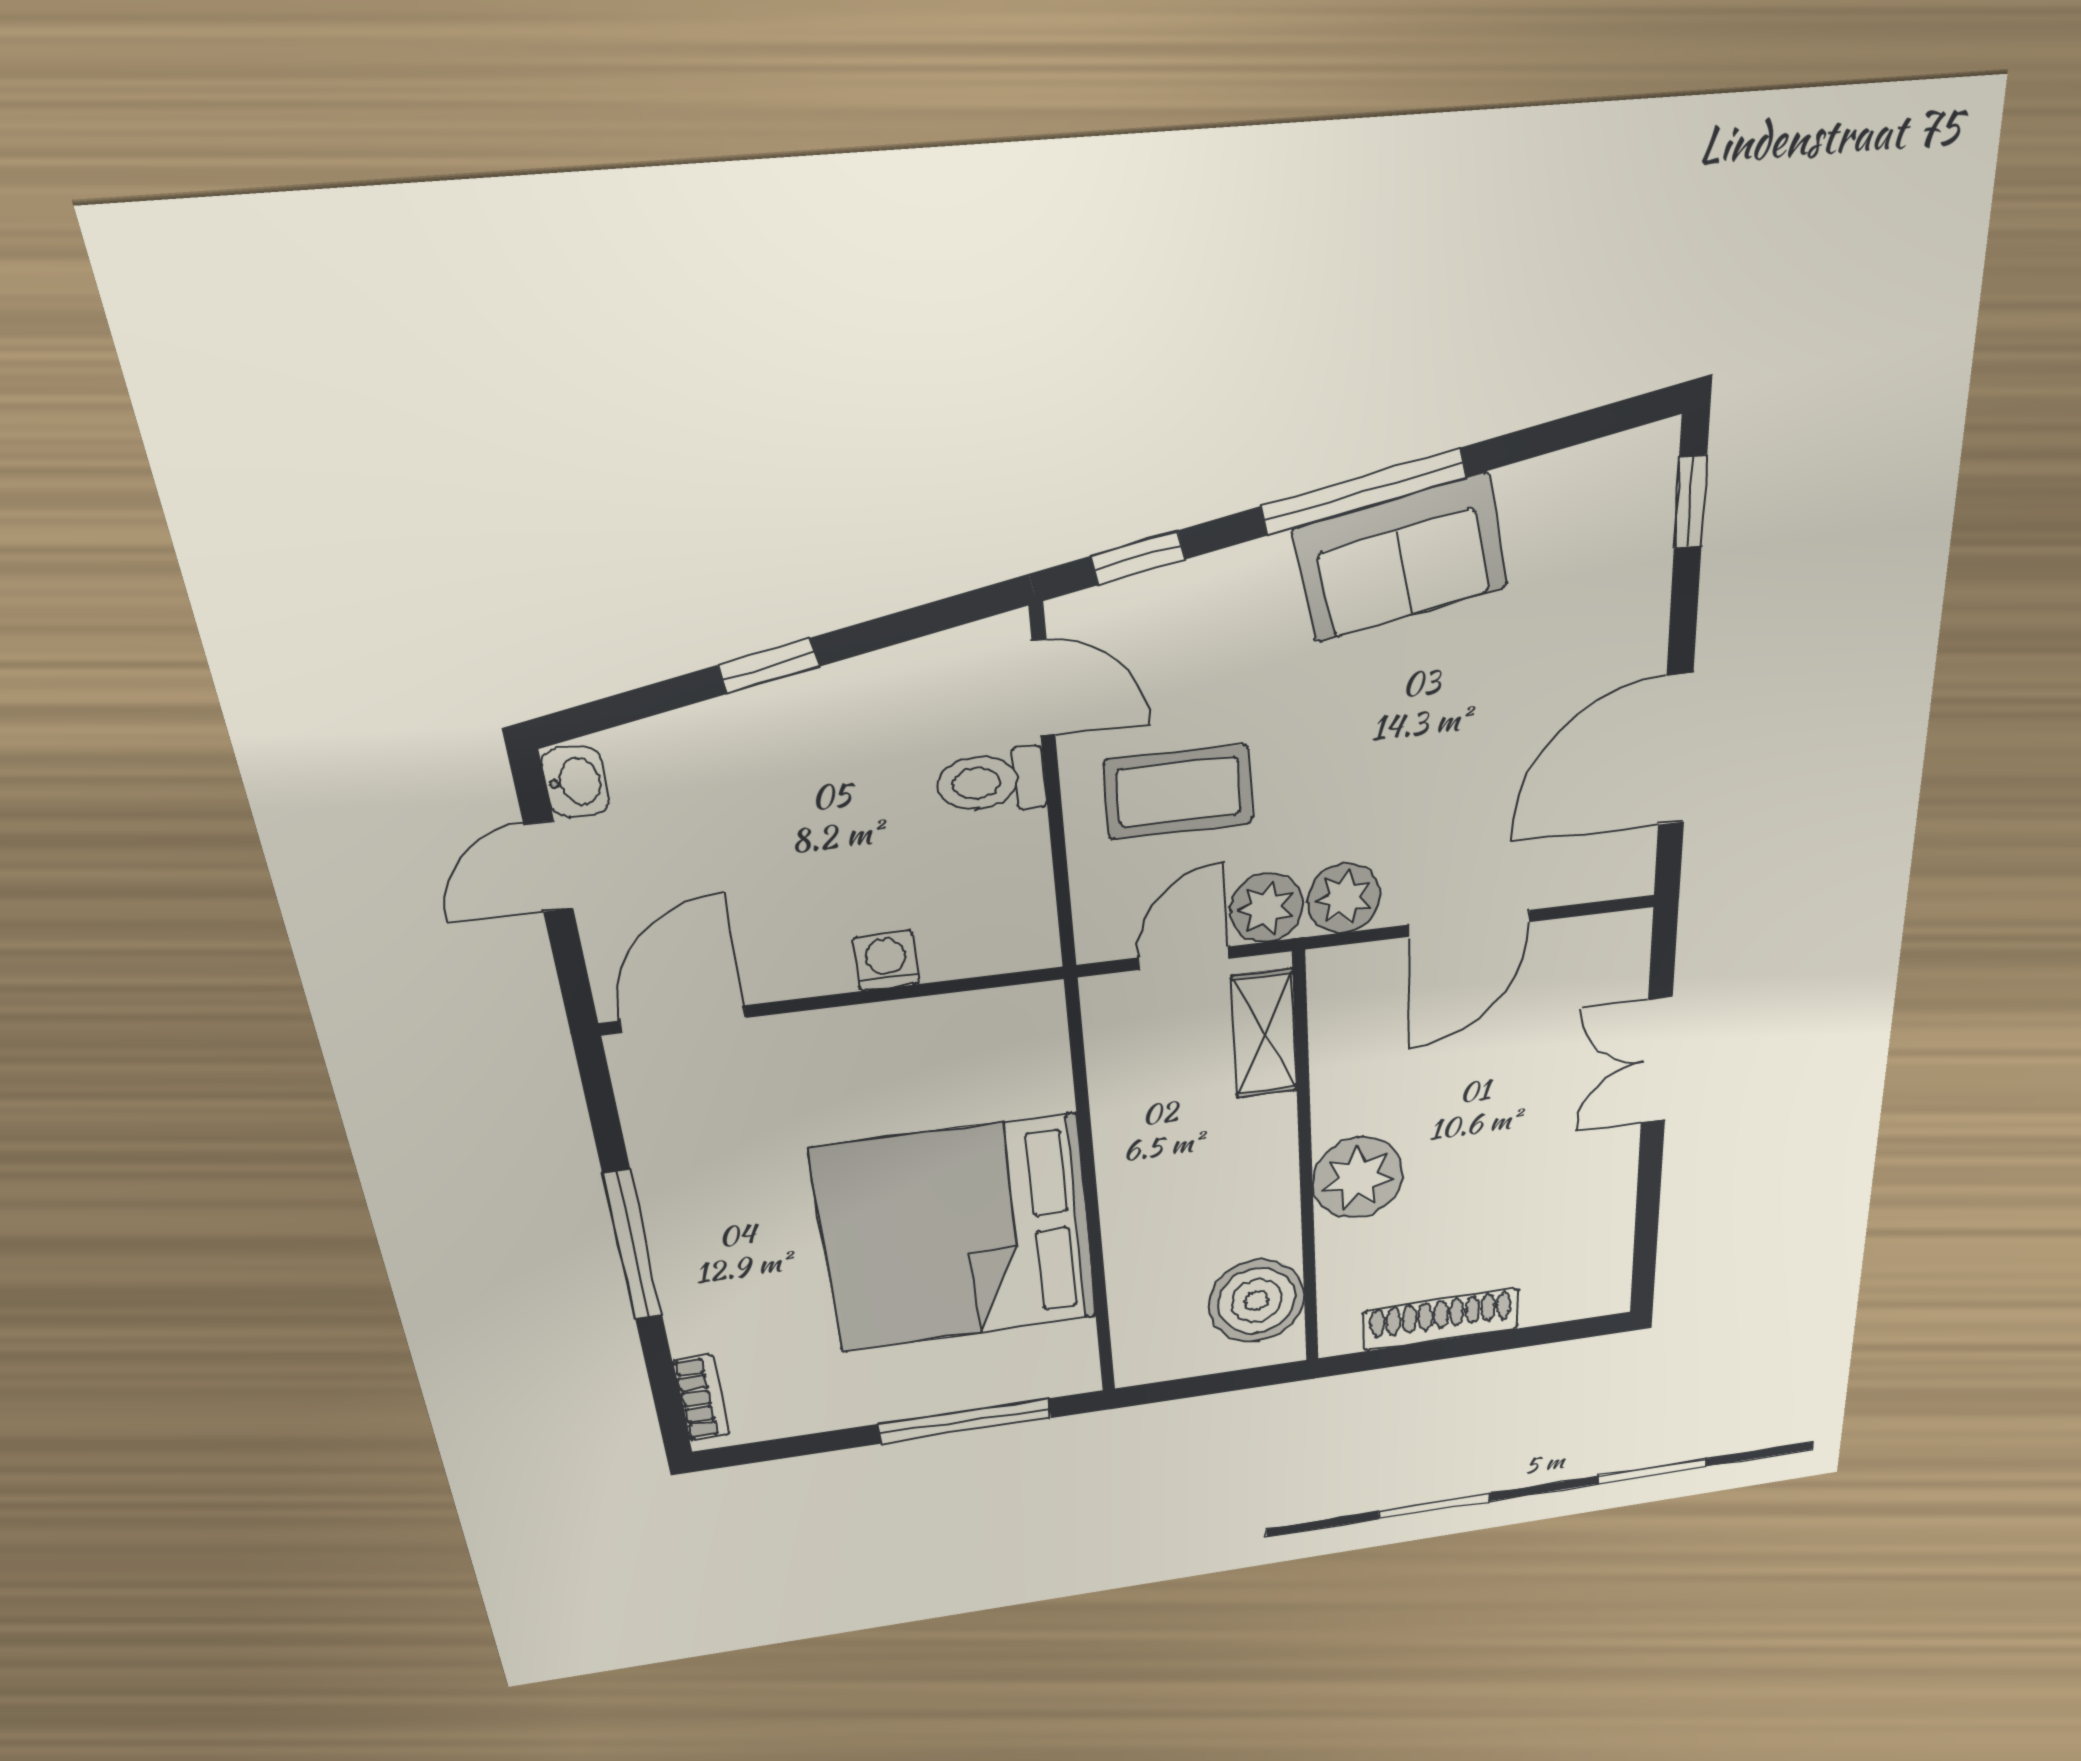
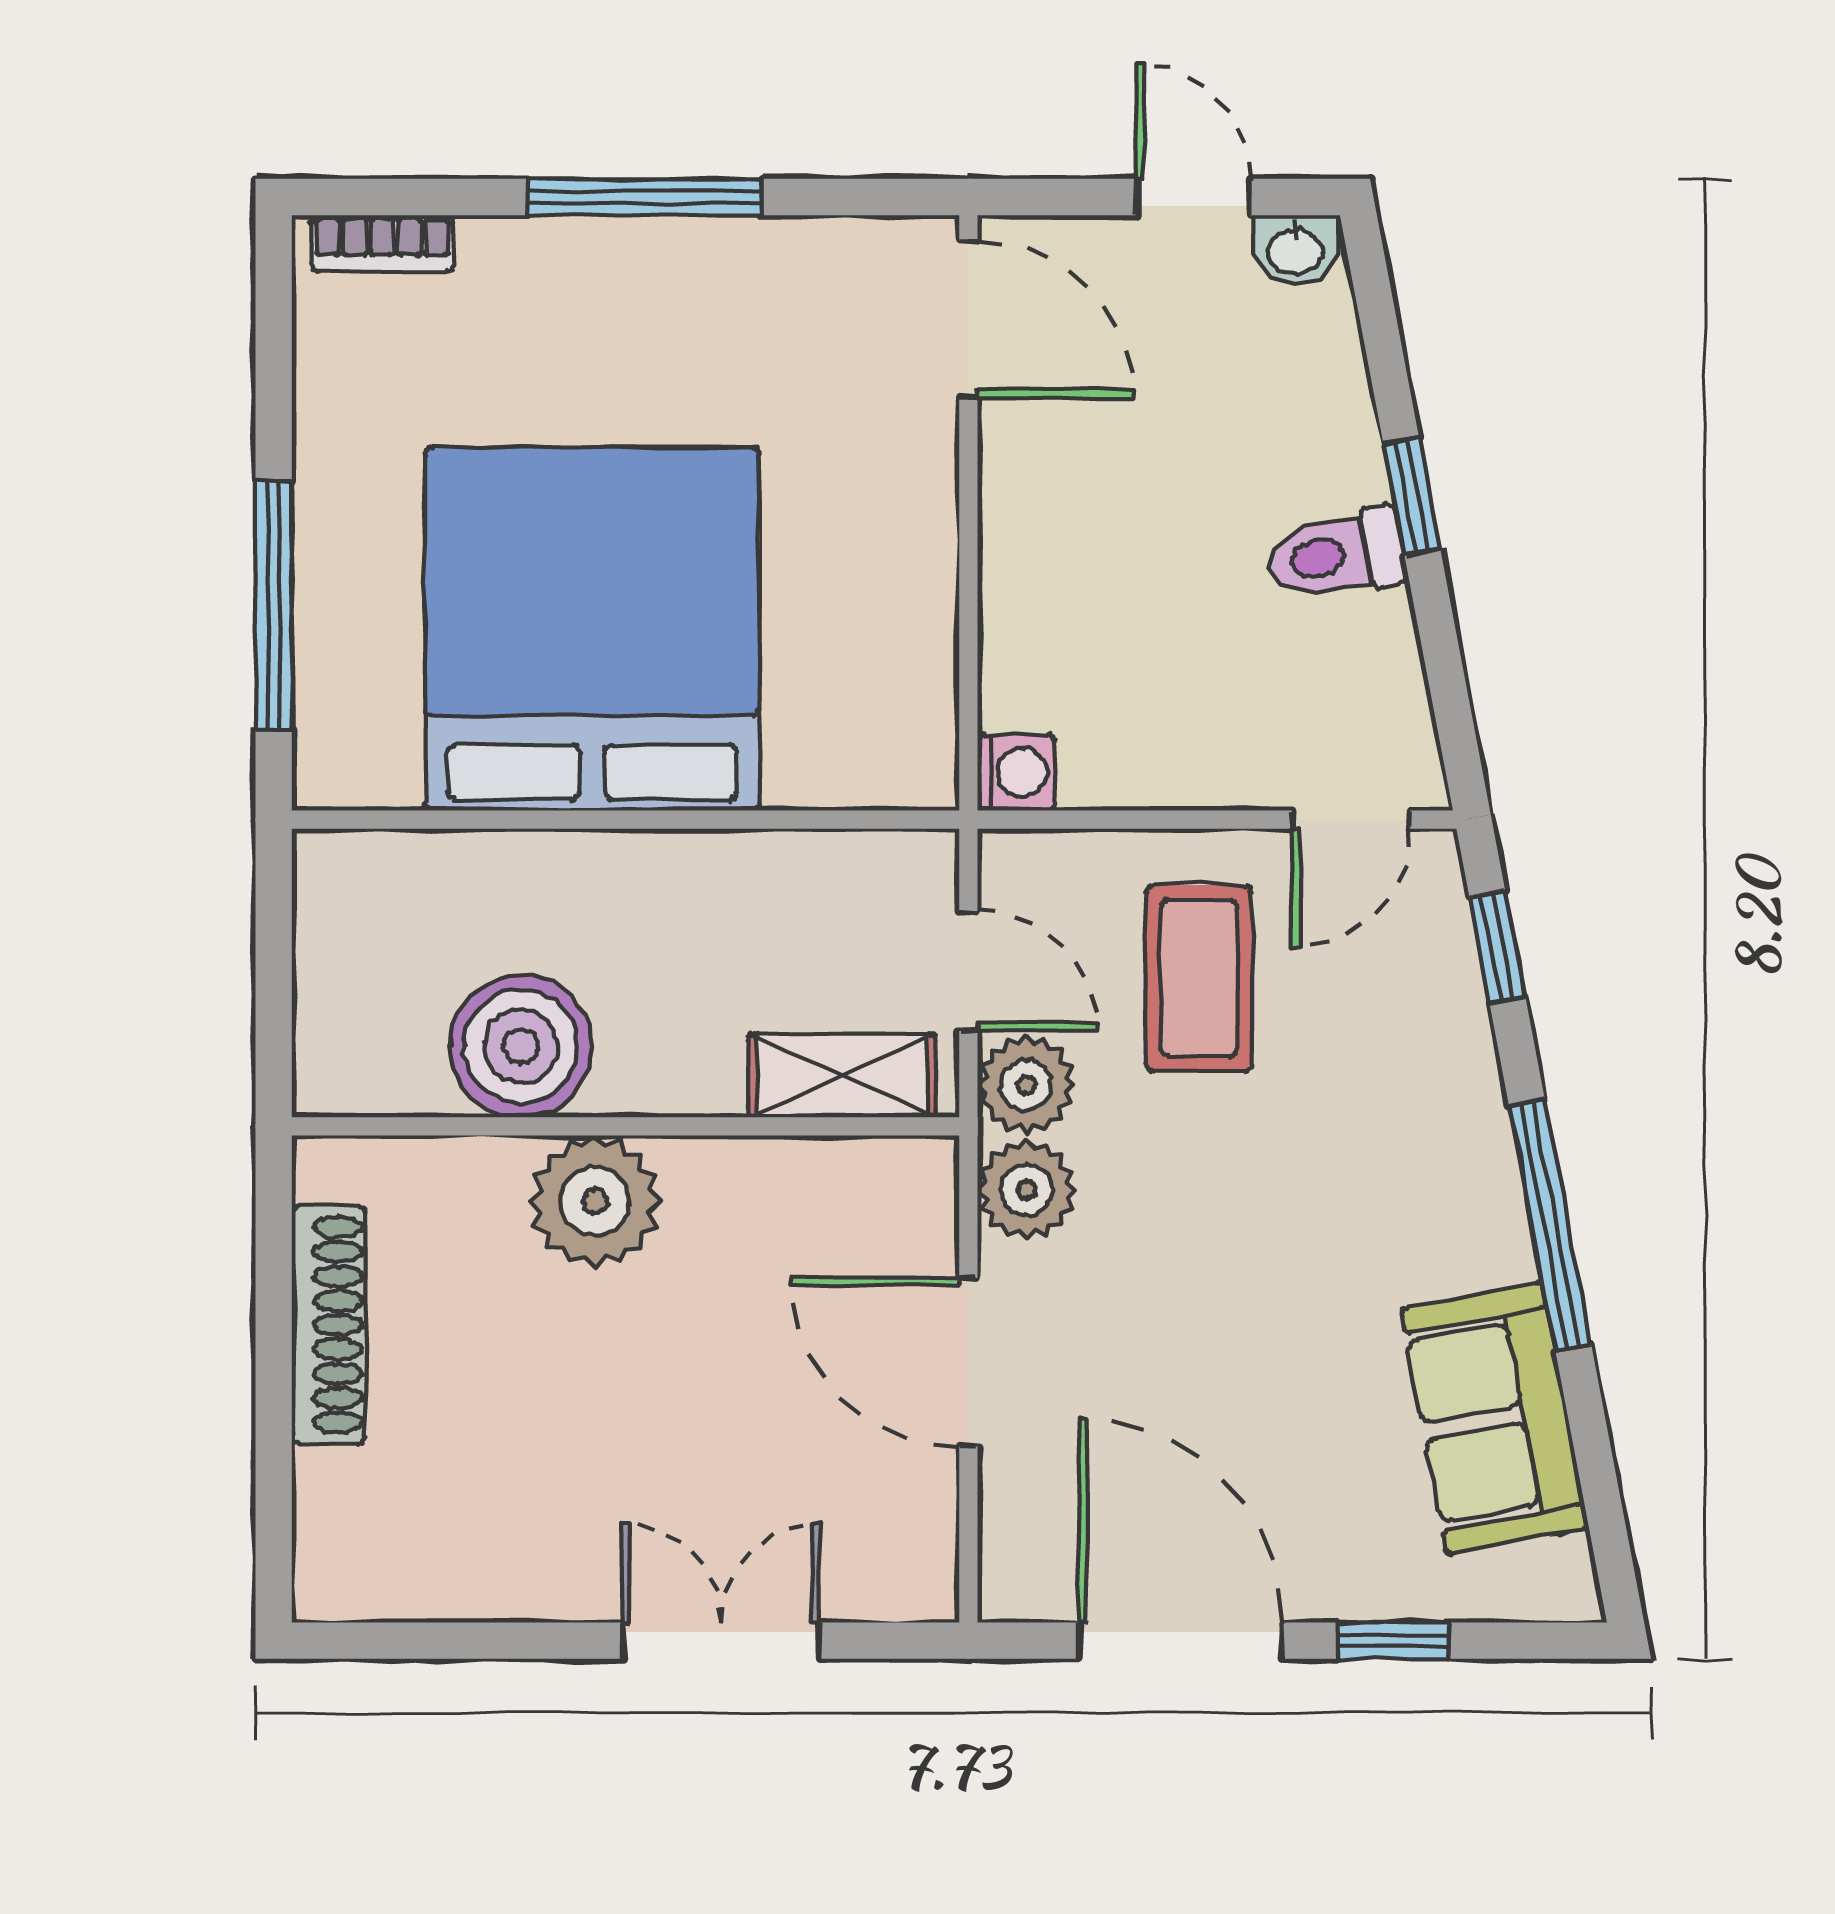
window: (1690, 502) -> (1393, 1641), moved
sofa: (1401, 558) -> (1495, 1419), moved
toilet: (991, 782) -> (1336, 555), moved, turned -101
washing machine: (886, 961) -> (1016, 772), moved
boiler: (1256, 1301) -> (521, 1046), moved

